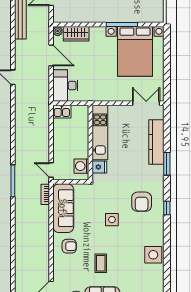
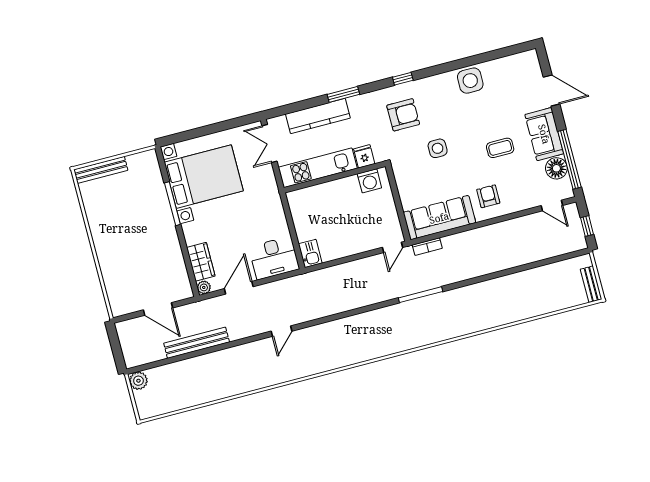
kitchen unit: (100, 132) -> (318, 168), moved
wall: (90, 143) -> (335, 177), moved
washing machine: (81, 166) -> (369, 181), moved
fridge: (99, 167) -> (364, 156), moved

